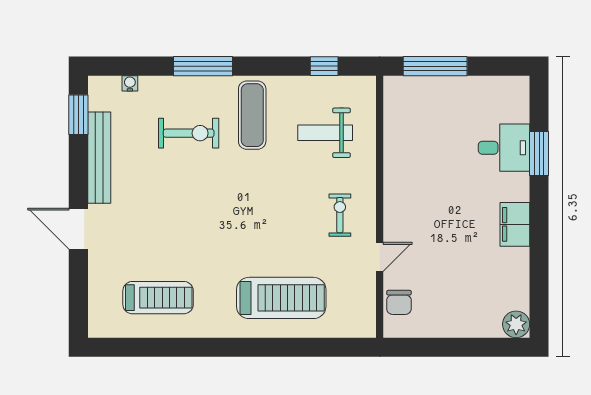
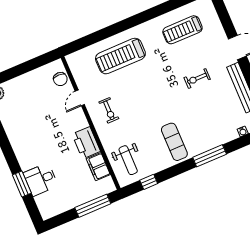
exercise bike: (189, 133) -> (197, 78), moved, width x0.73, depth x0.72
weight bench: (325, 133) -> (128, 160), moved, turned 90
printer: (401, 177) -> (86, 143), added
filing cabinet: (515, 224) -> (98, 167), moved, turned 180
chair: (399, 302) -> (60, 79), turned 180

